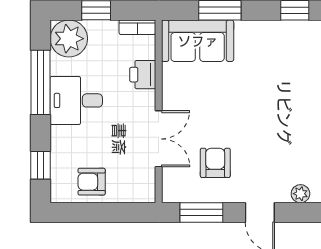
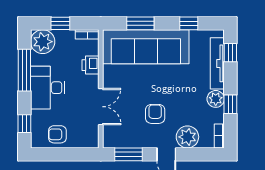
sofa: (198, 41) -> (146, 47), width x1.85, depth x1.27
desk: (76, 100) -> (47, 88), width x1.37
armchair: (215, 163) -> (155, 114), moved
plant: (300, 194) -> (187, 137), width x1.88, depth x1.88

